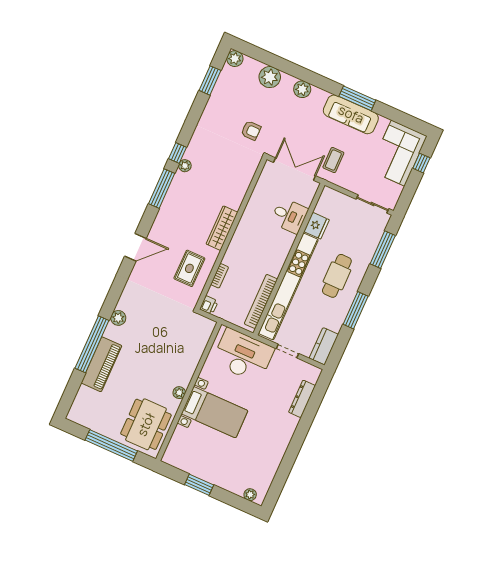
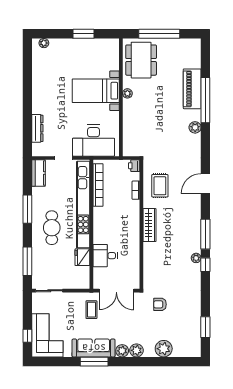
plant: (235, 59) -> (122, 351), moved

